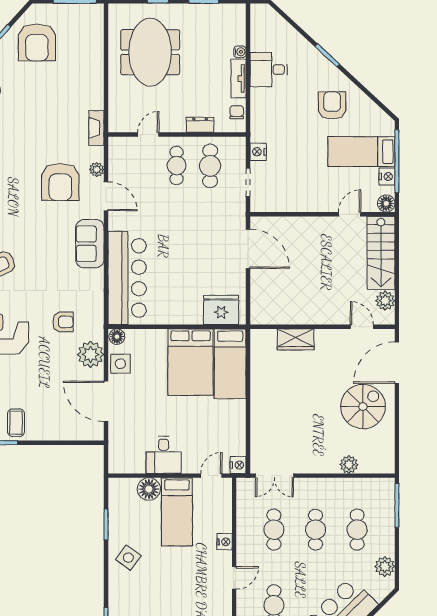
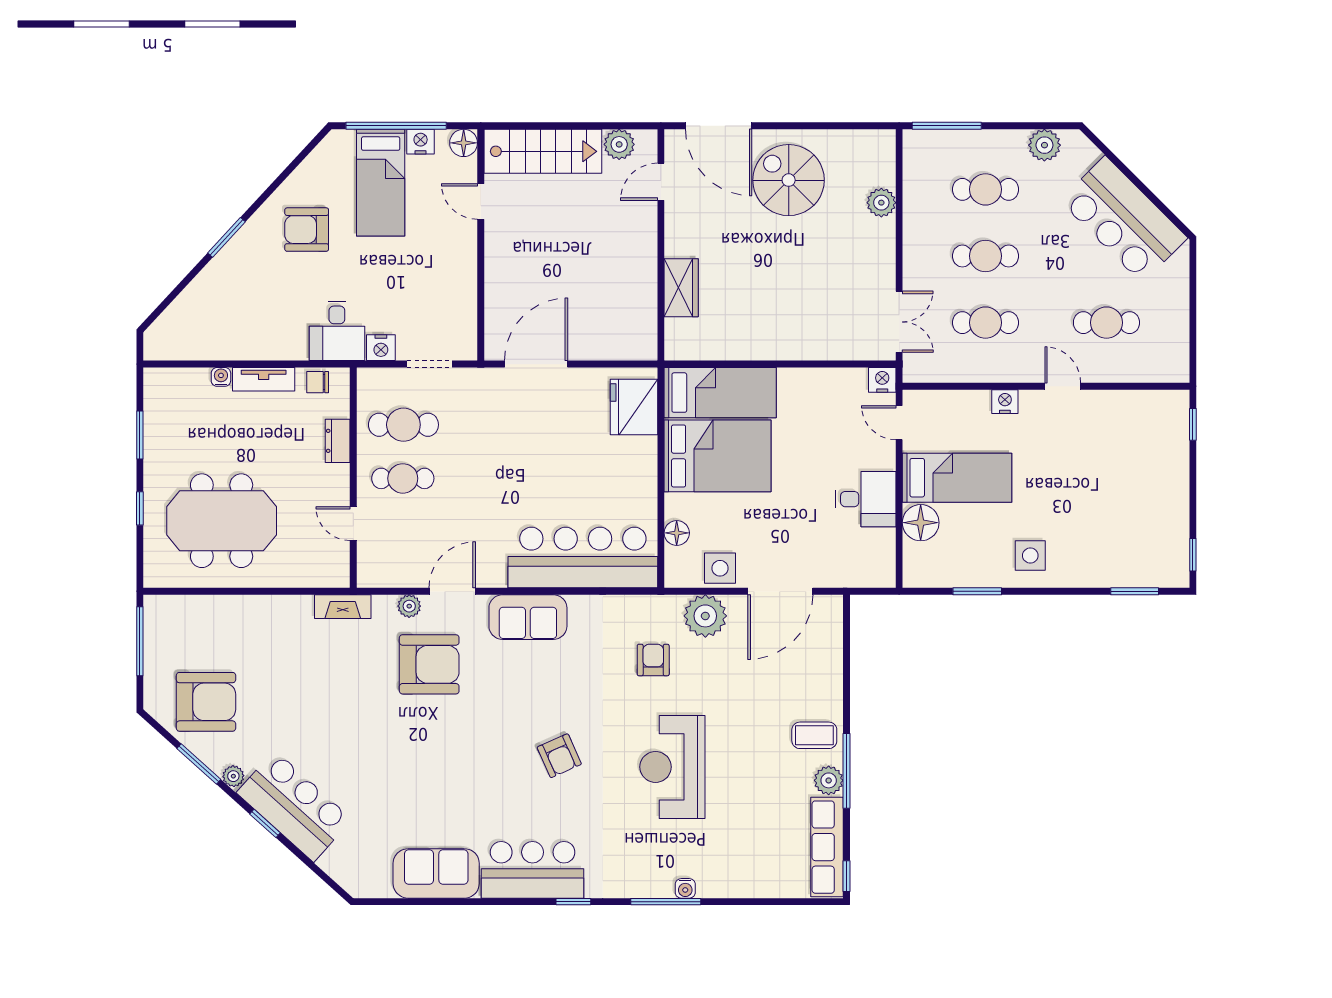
desk: (269, 70) -> (337, 331), moved
floor lamp: (117, 337) -> (677, 533), moved
side table: (128, 558) -> (1030, 556), turned -36

